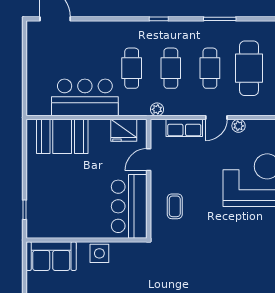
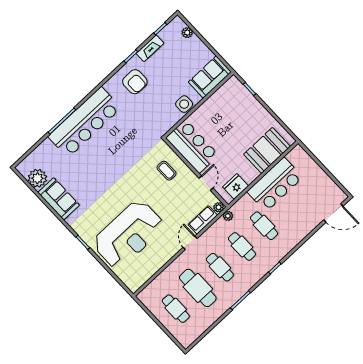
plant: (239, 126) -> (219, 207), moved

